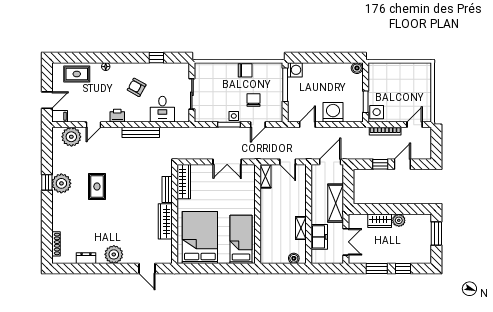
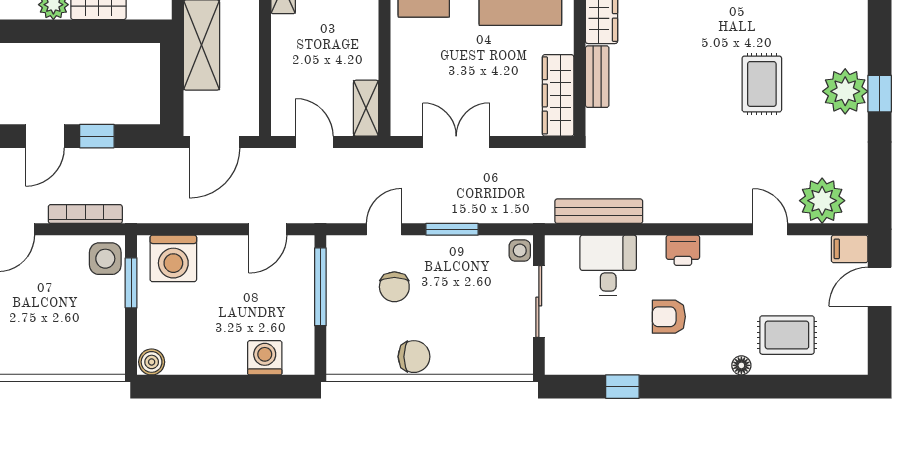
chair: (245, 70) -> (414, 357), turned 180
washing machine: (295, 70) -> (265, 358), moved, turned 90
rug: (77, 74) -> (787, 335), moved
window: (285, 85) -> (320, 287), moved
armchair: (137, 87) -> (669, 317), turned 151
washing machine: (333, 112) -> (173, 258), moved
printer: (117, 116) -> (683, 250), moved
side table: (234, 116) -> (520, 251), moved
door: (93, 125) -> (770, 229), hinge flipped
bench: (141, 132) -> (599, 211), moved

